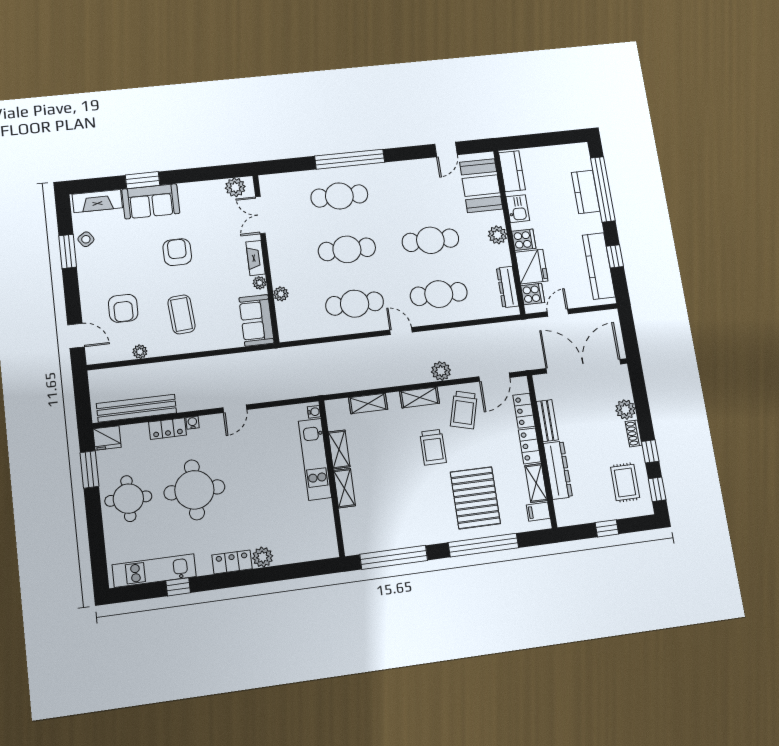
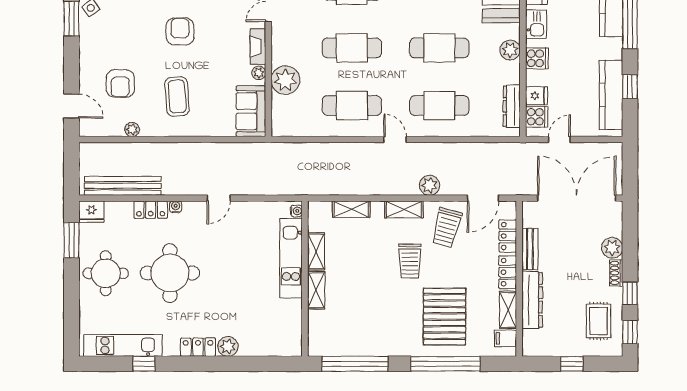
fridge: (532, 267) -> (537, 96), width x0.53, depth x0.75
plant: (281, 294) -> (285, 80), width x1.88, depth x1.88

